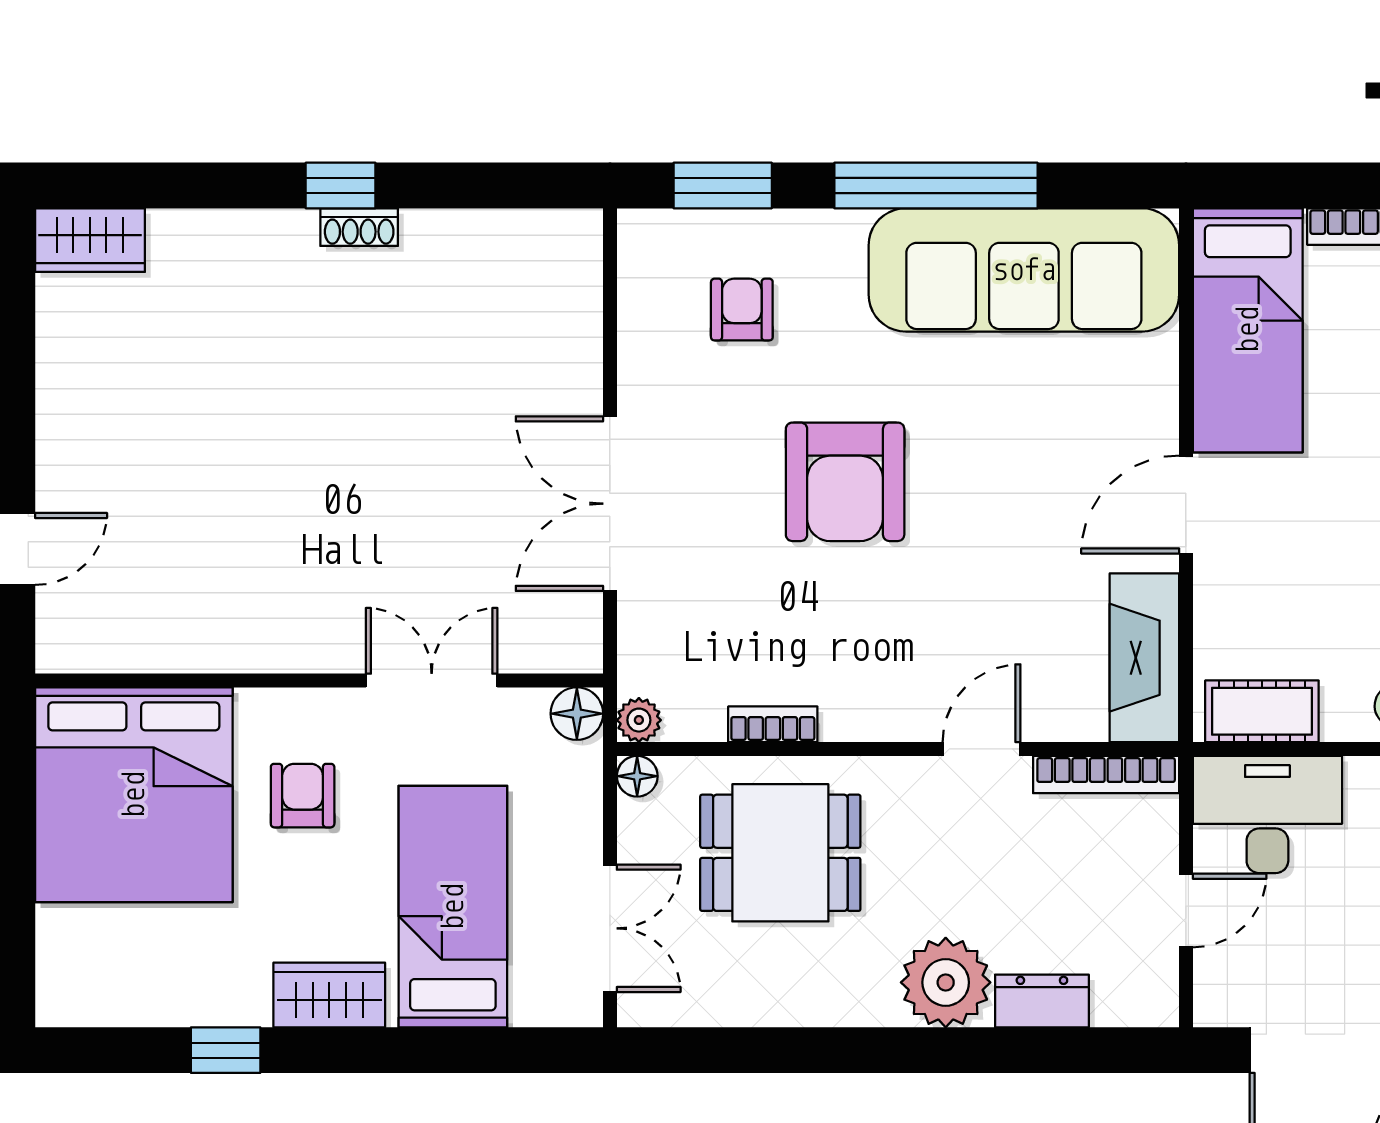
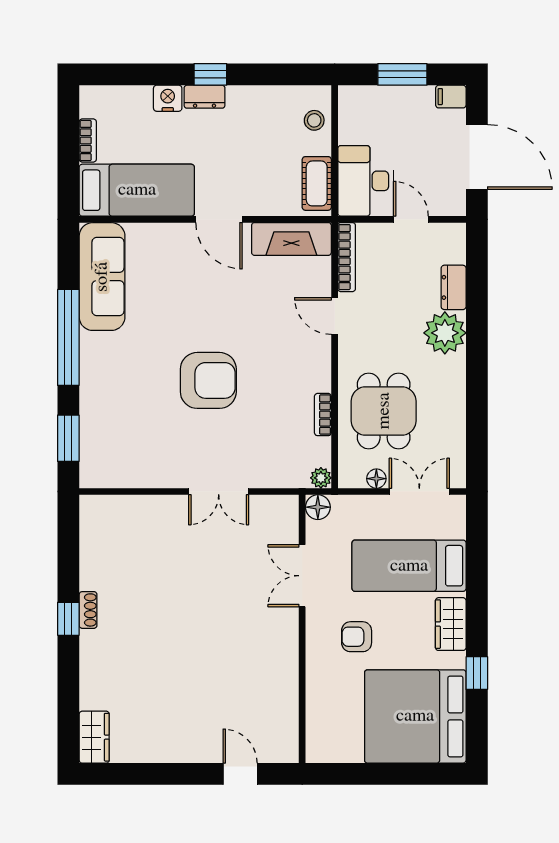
sofa: (1024, 270) -> (102, 277), width x0.74, depth x0.79
armchair: (742, 310) -> (127, 429), removed
double door: (610, 504) -> (219, 491), width x0.73
floor lamp: (637, 776) -> (376, 479), moved
bed: (134, 795) -> (415, 716), moved, turned 180

